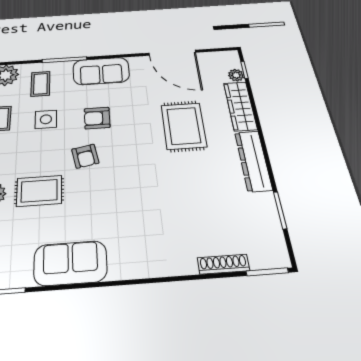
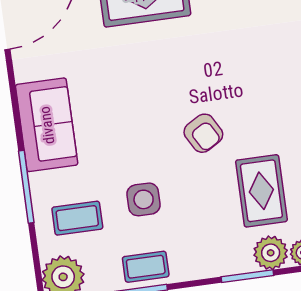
armchair: (97, 118) -> (137, 123), removed
armchair: (85, 156) -> (203, 133), turned 71

